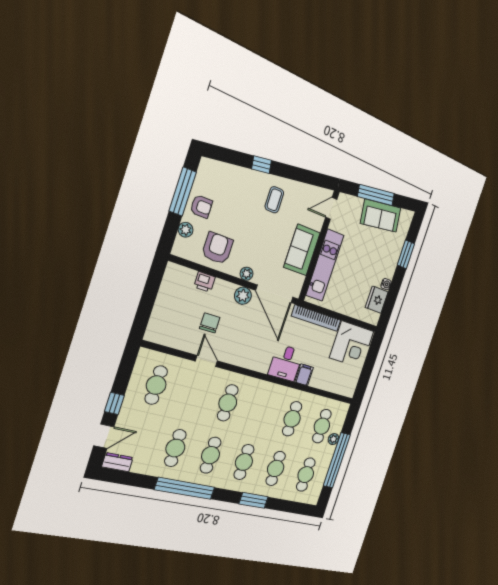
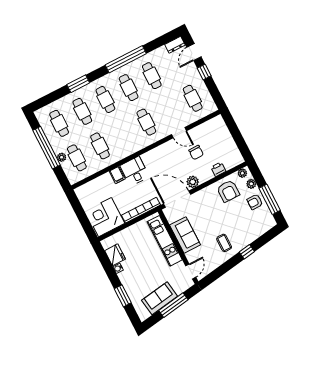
plant: (247, 274) -> (242, 173), moved

